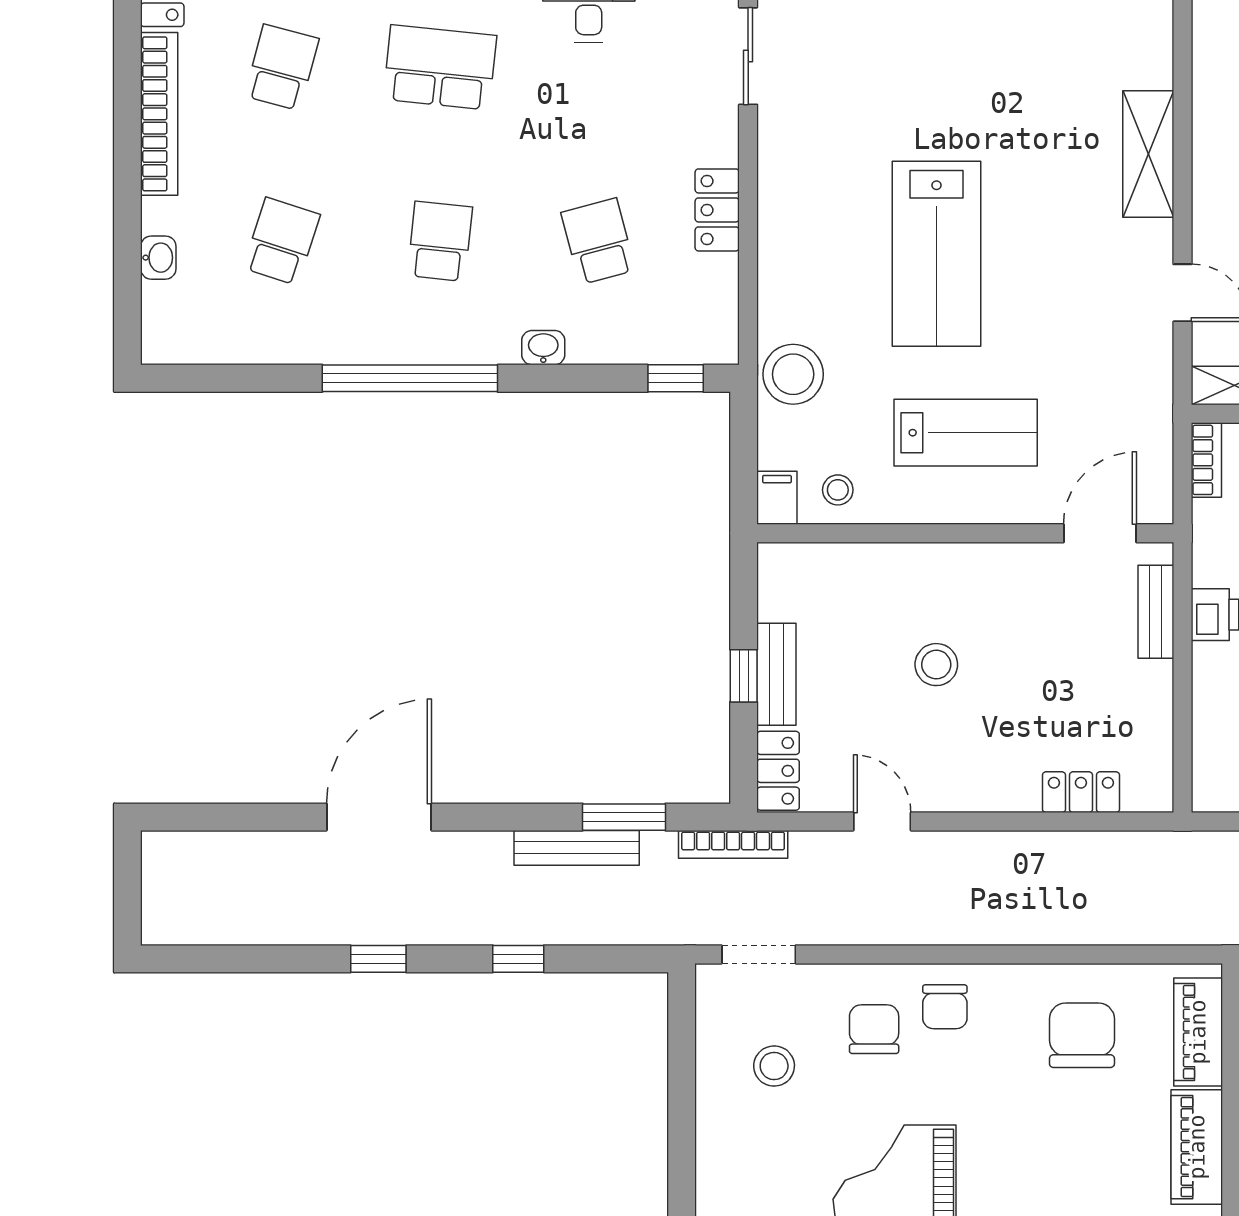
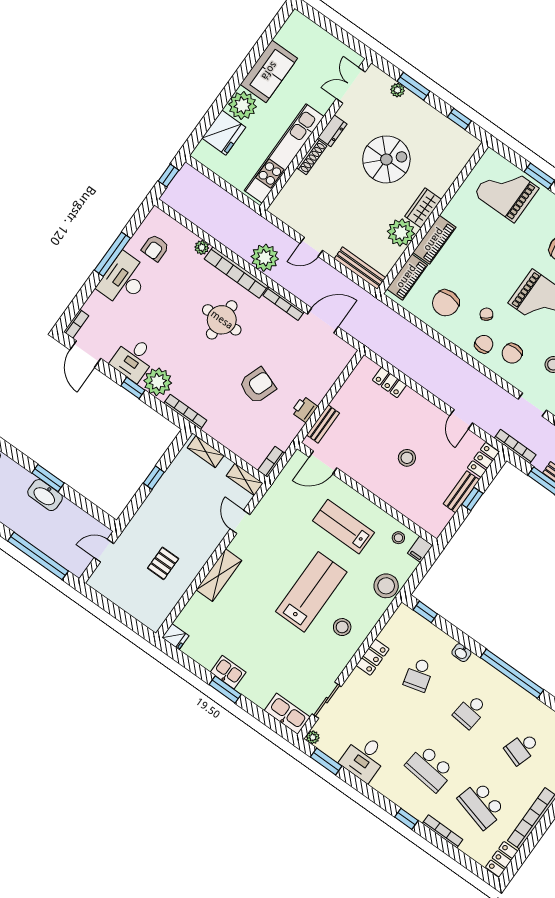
school desk: (282, 67) -> (482, 805), width x1.85
stool: (823, 227) -> (342, 627), added
chair: (983, 1071) -> (486, 314), added

